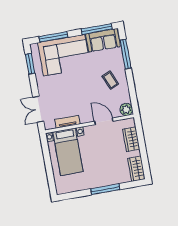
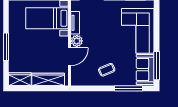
window: (53, 37) -> (157, 24), removed
plant: (126, 109) -> (77, 41), moved
wardrobe: (131, 139) -> (48, 79), width x1.50

